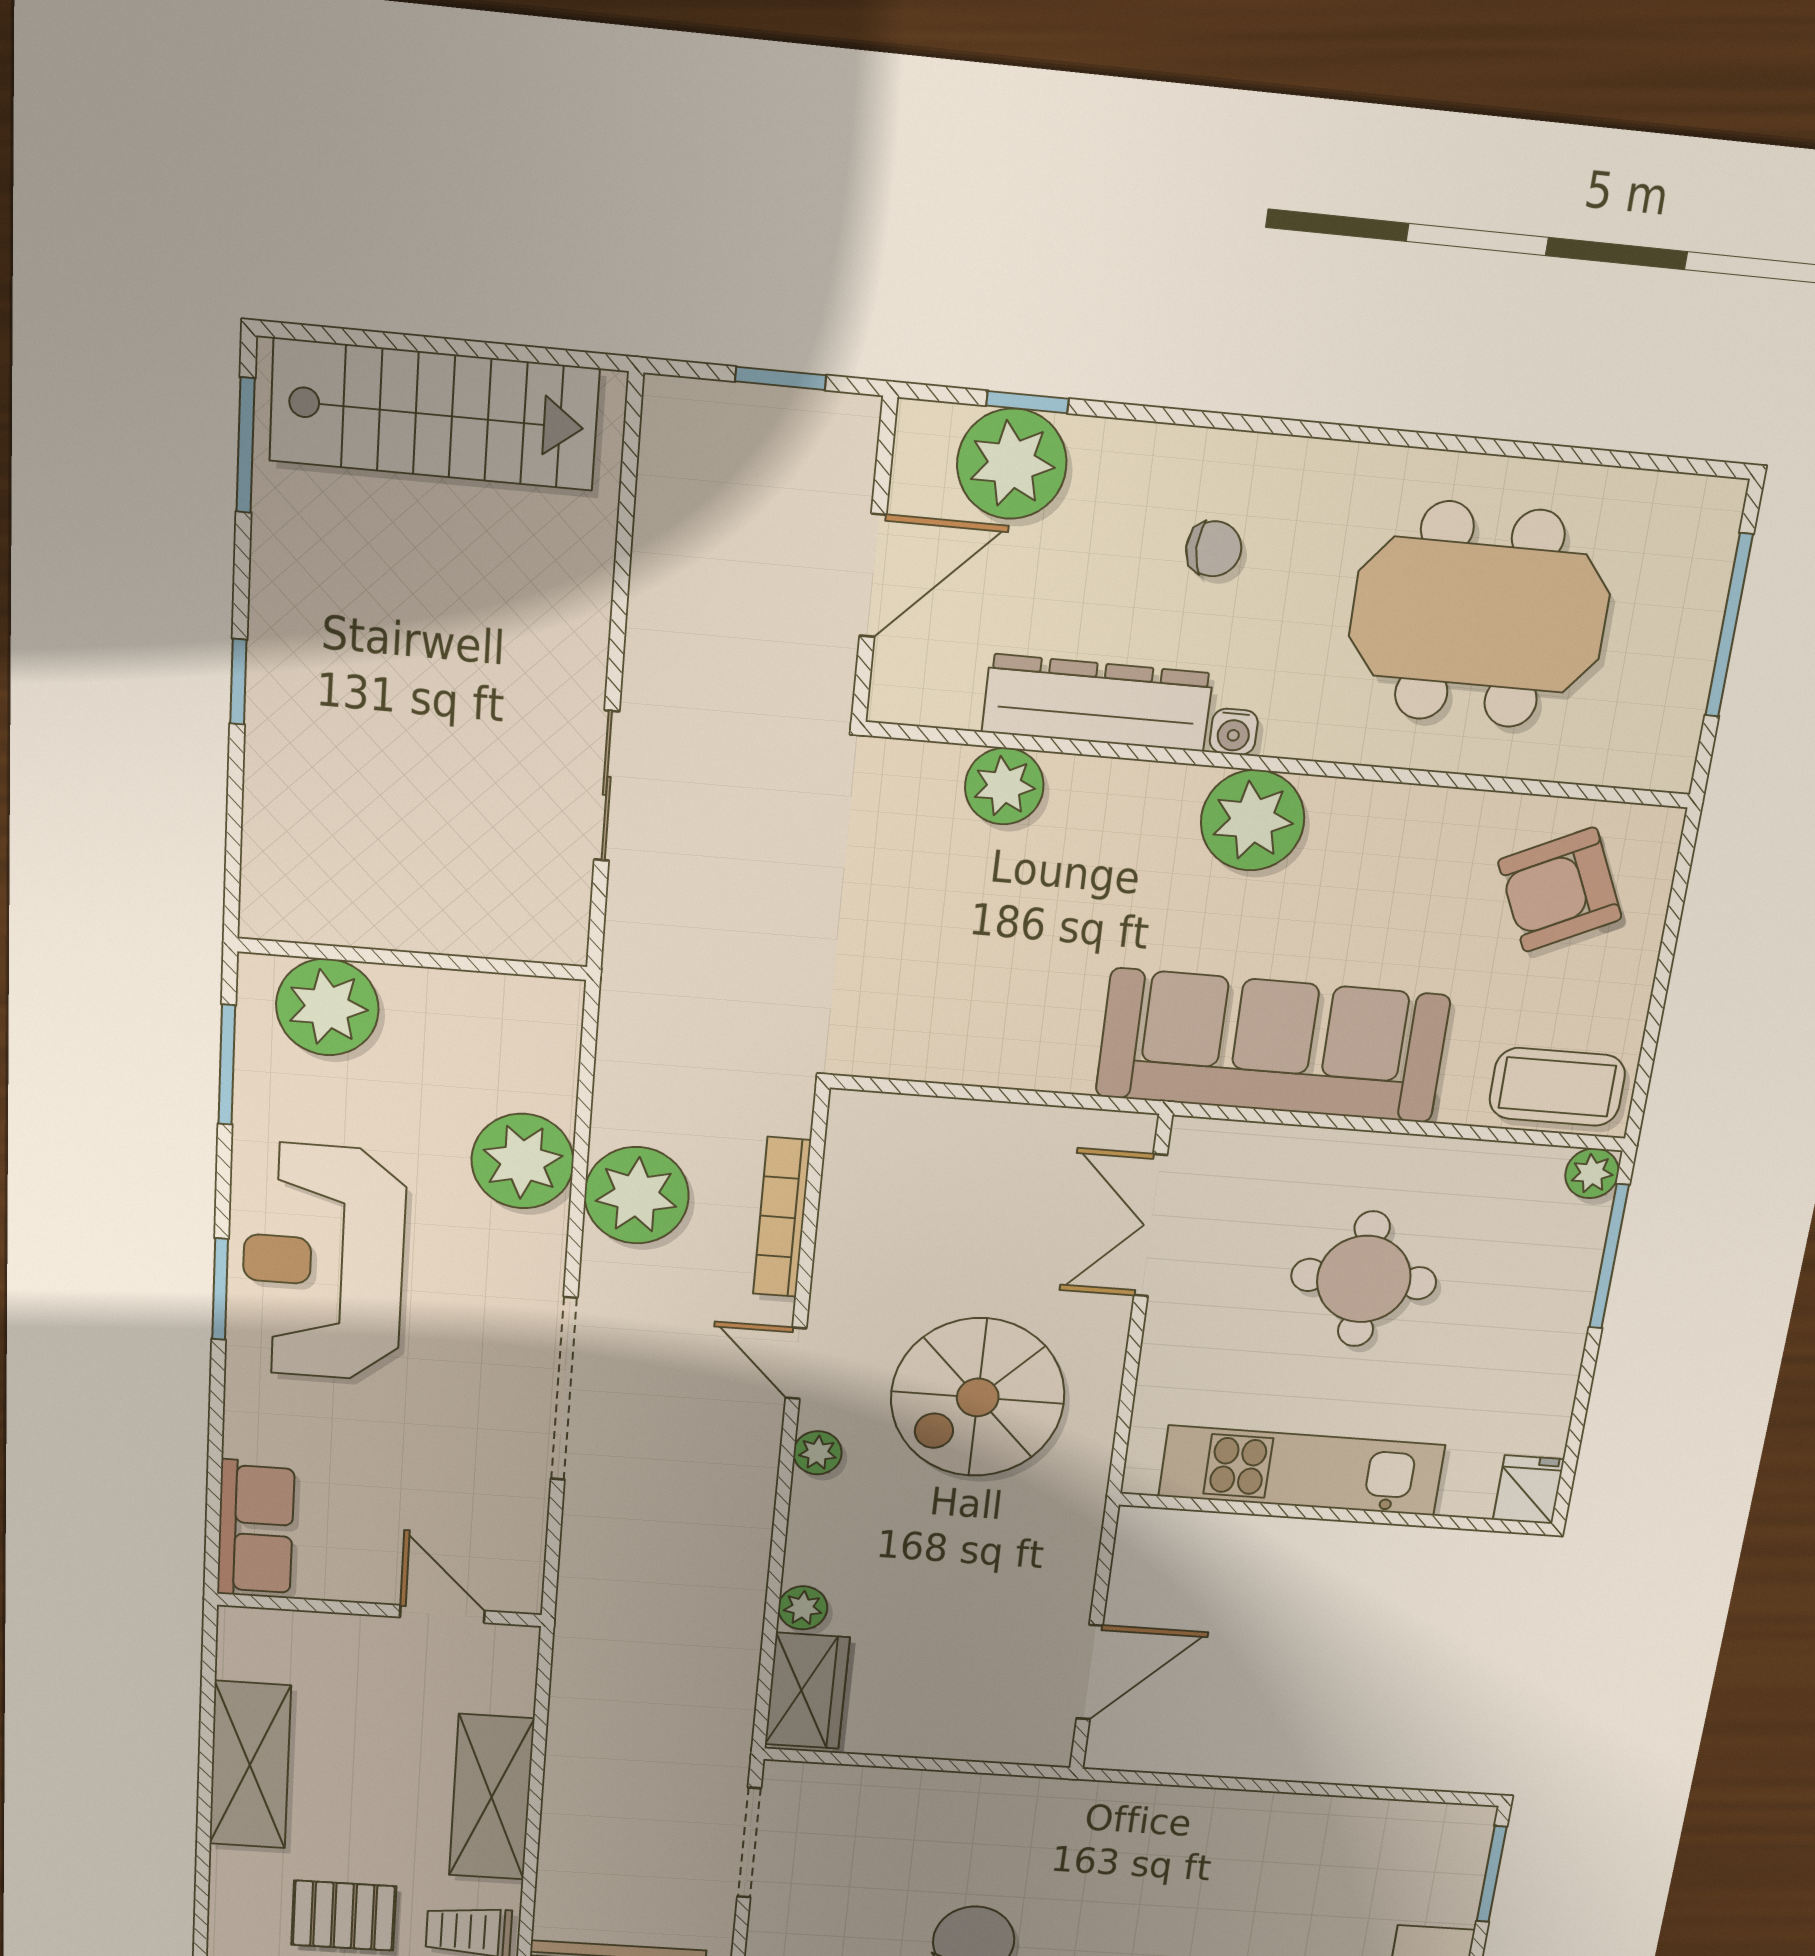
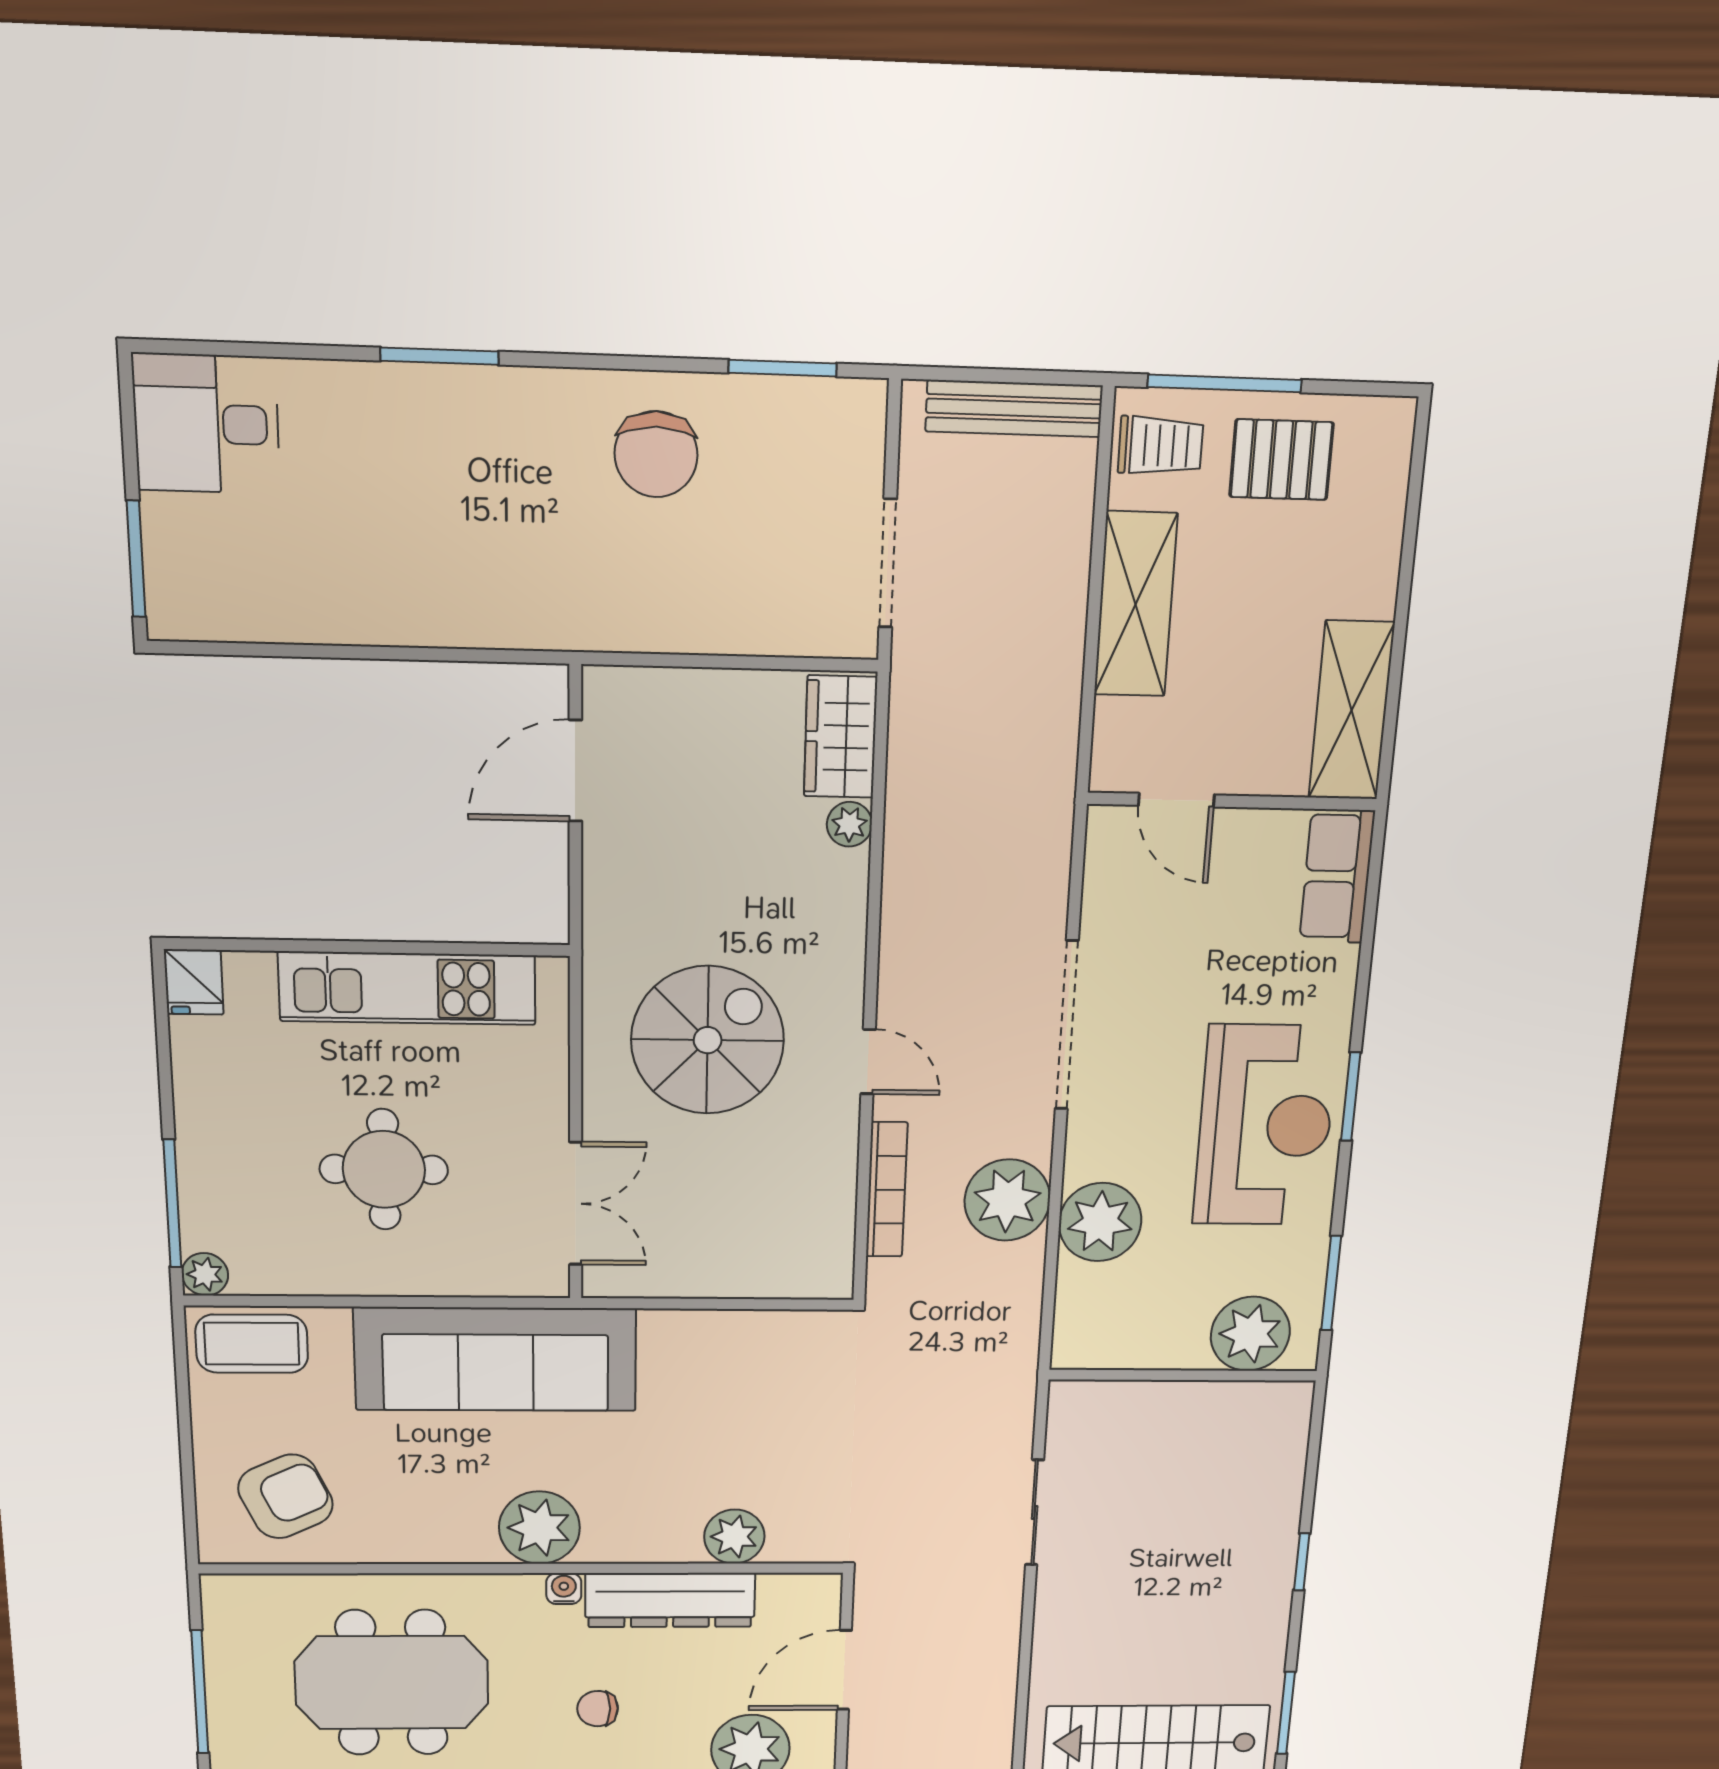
plant: (818, 1453) -> (845, 979), removed
shelving: (250, 1765) -> (1351, 710), moved

